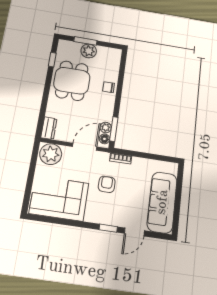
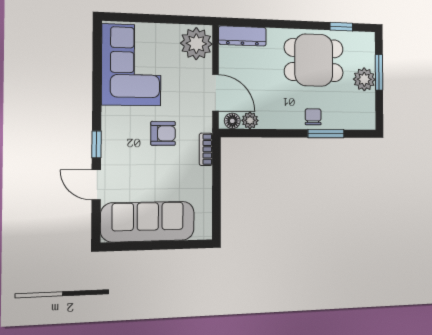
dresser: (49, 128) -> (242, 36), width x1.44
window: (114, 129) -> (326, 134), moved

